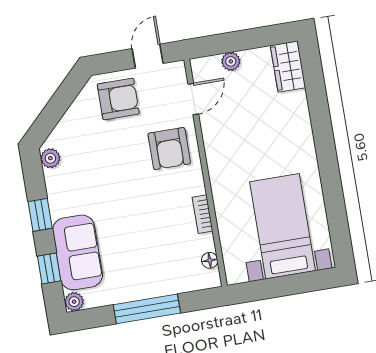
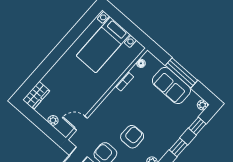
armchair: (169, 149) -> (132, 137), moved
sofa: (78, 252) -> (171, 86), moved, turned -90

